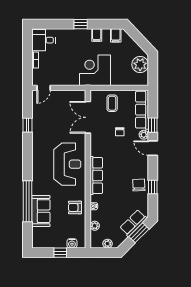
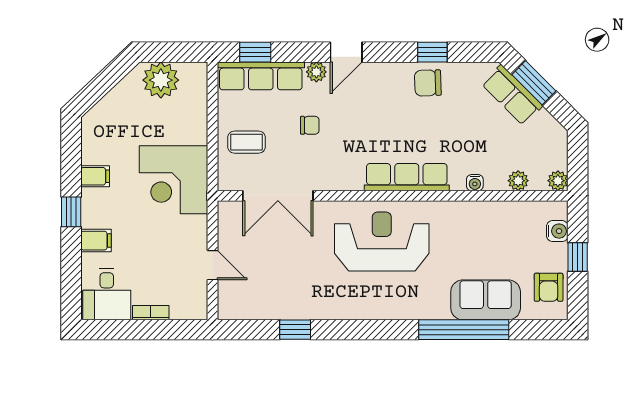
filing cabinet: (116, 35) -> (96, 241), moved
door: (44, 88) -> (212, 265), moved
window: (153, 125) -> (255, 52), moved
armchair: (75, 207) -> (549, 287), moved
plant: (107, 244) -> (558, 181), moved

